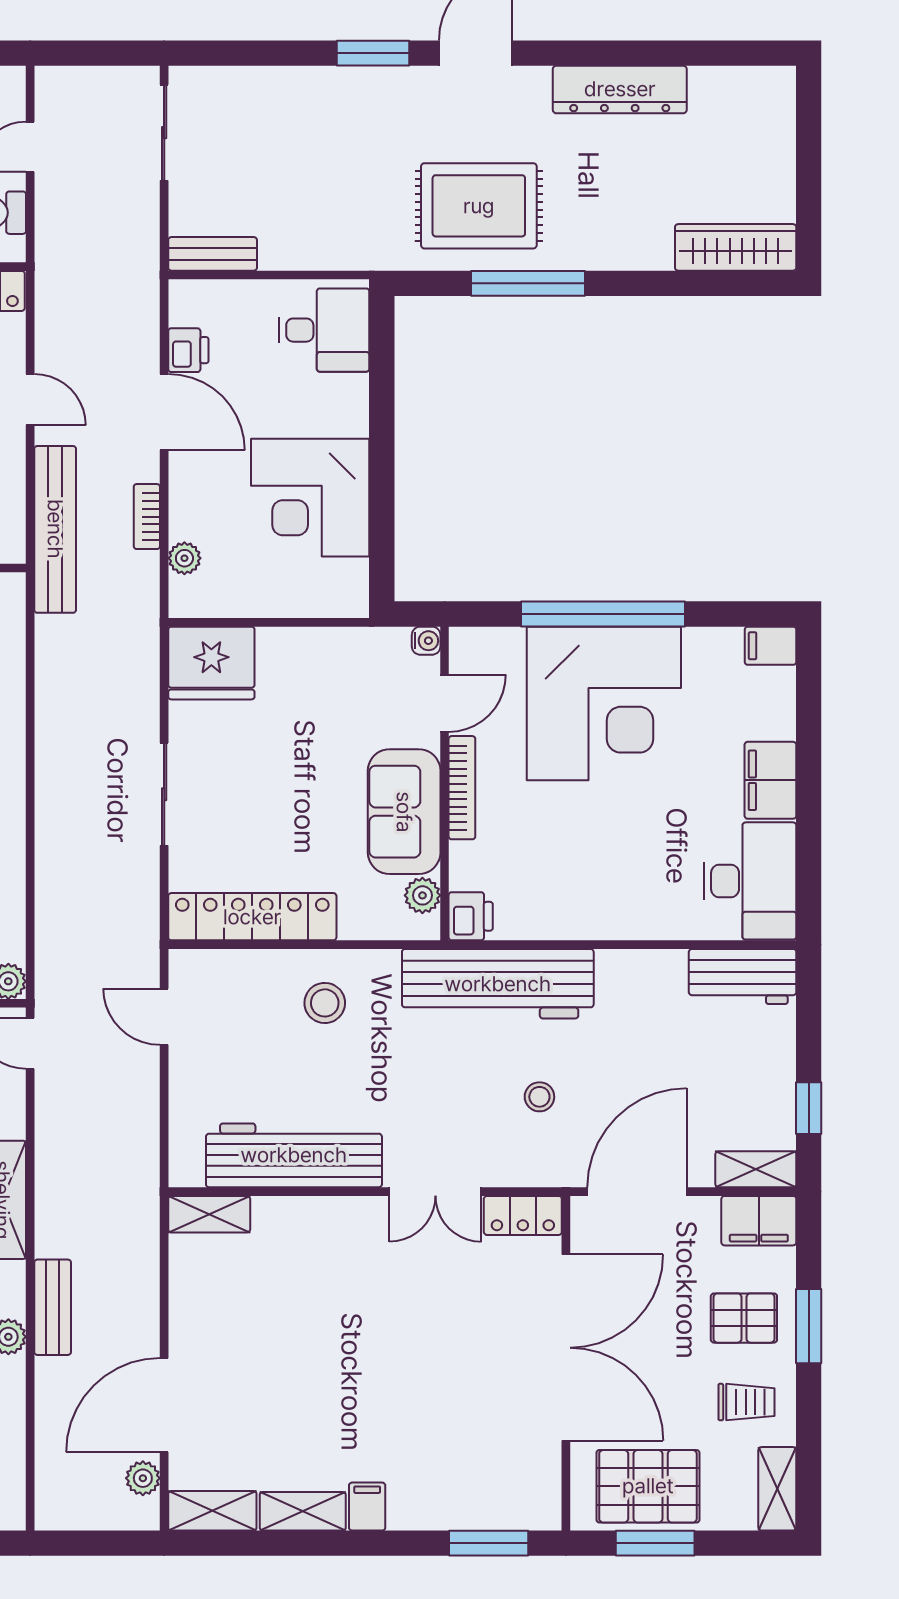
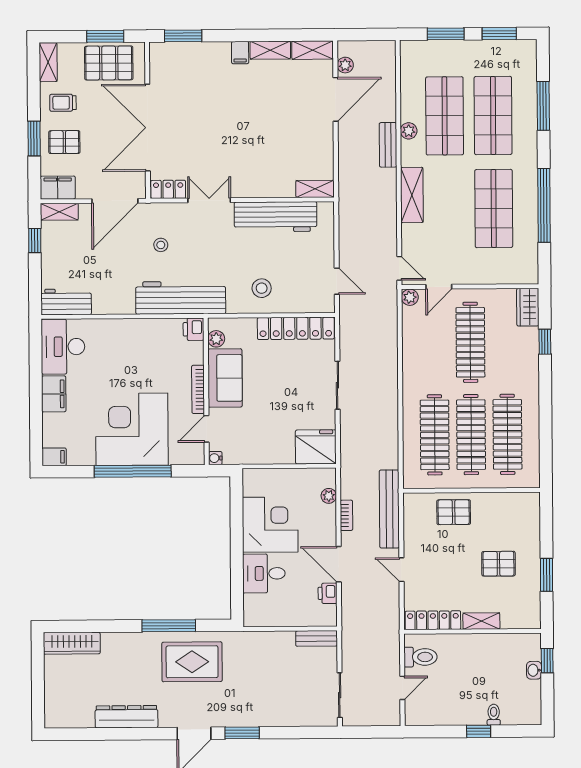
desk: (324, 330) -> (264, 573), moved

